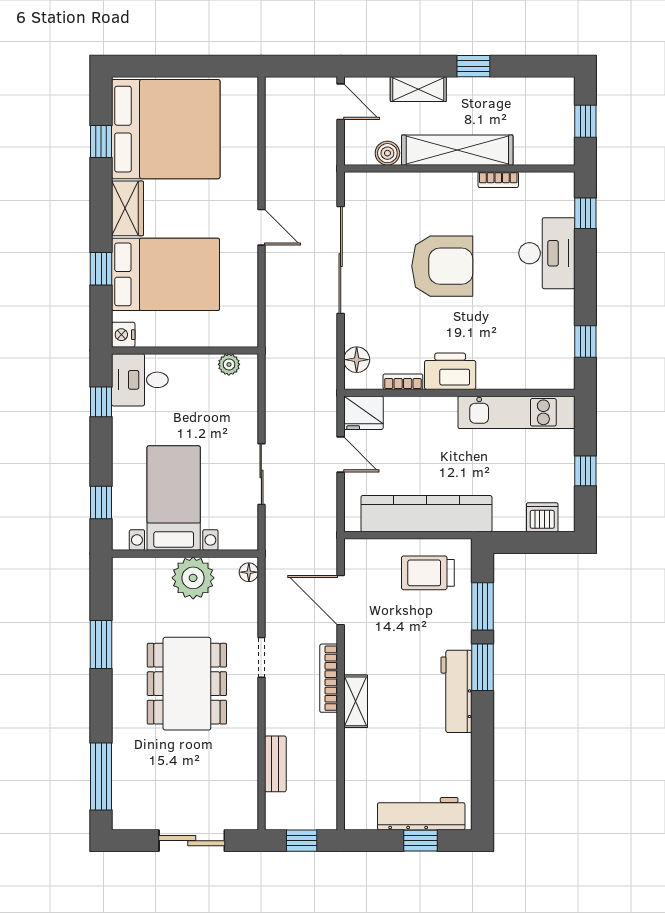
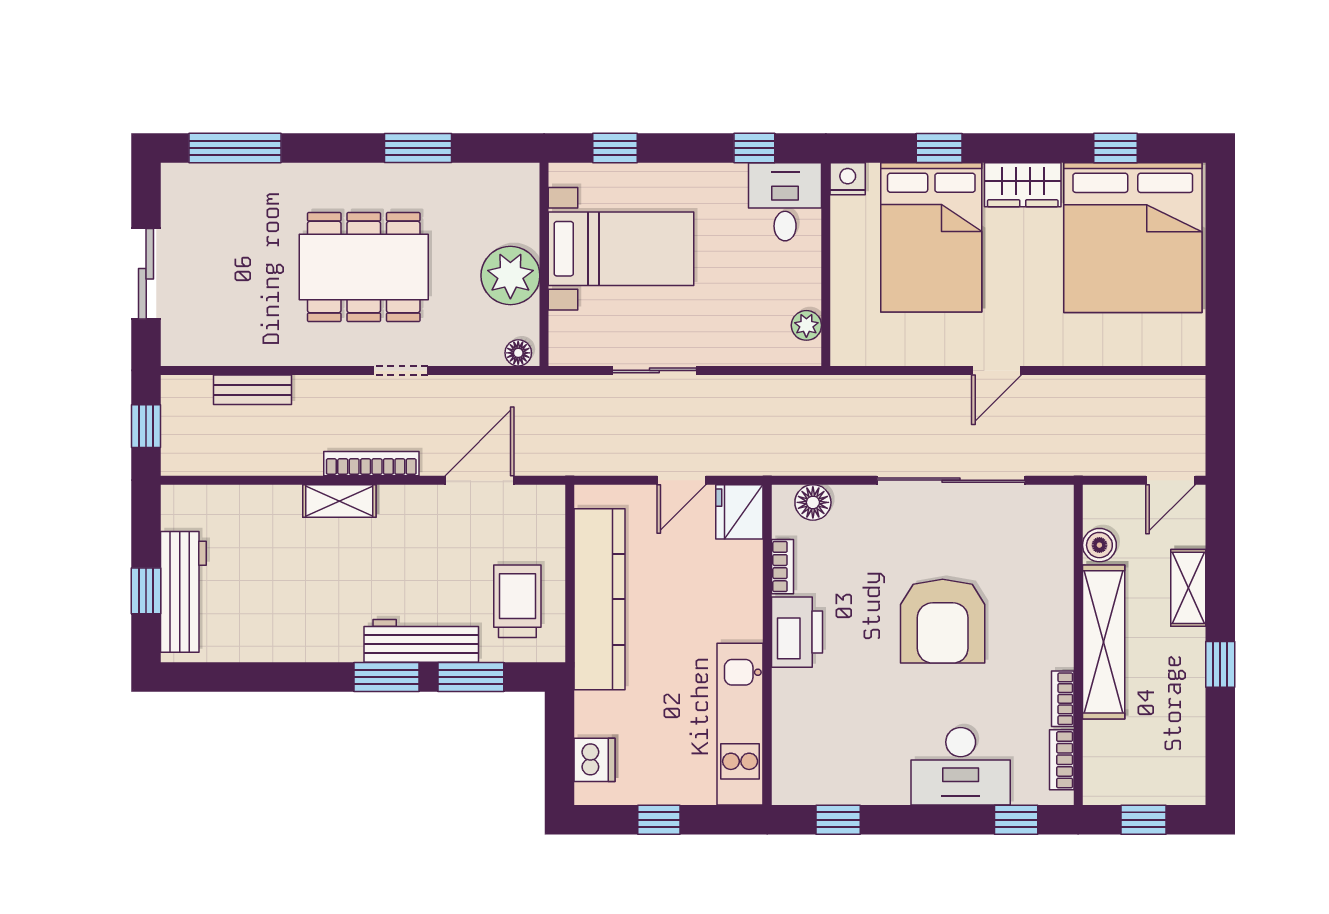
bookcase: (542, 180) -> (1062, 760), added
workbench: (457, 691) -> (421, 641), moved

